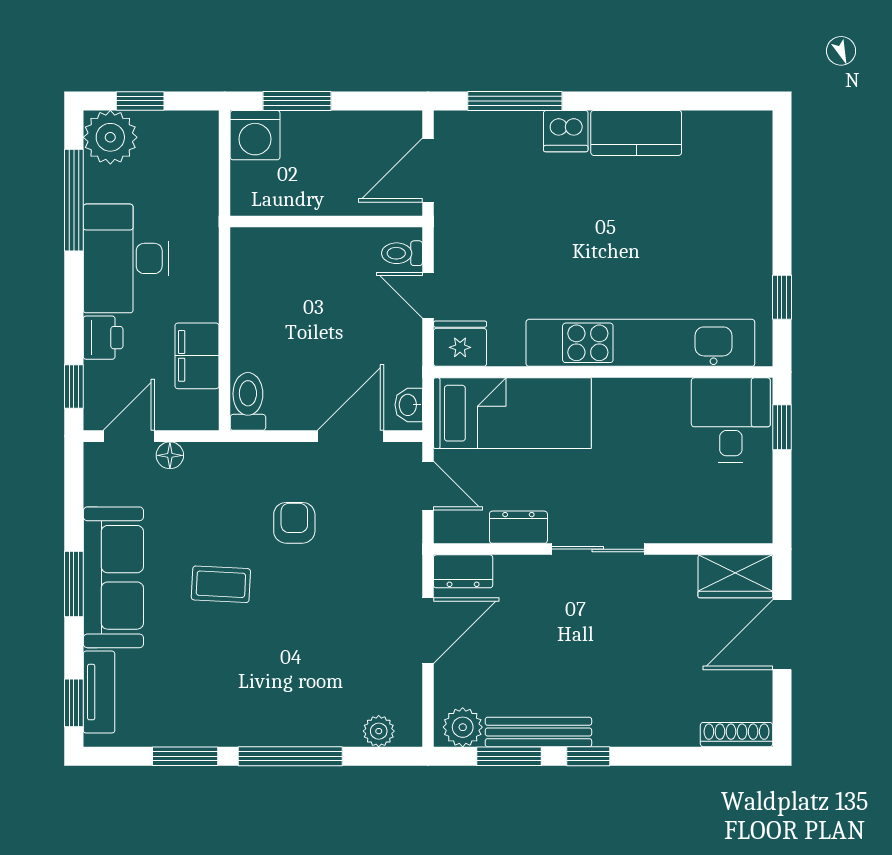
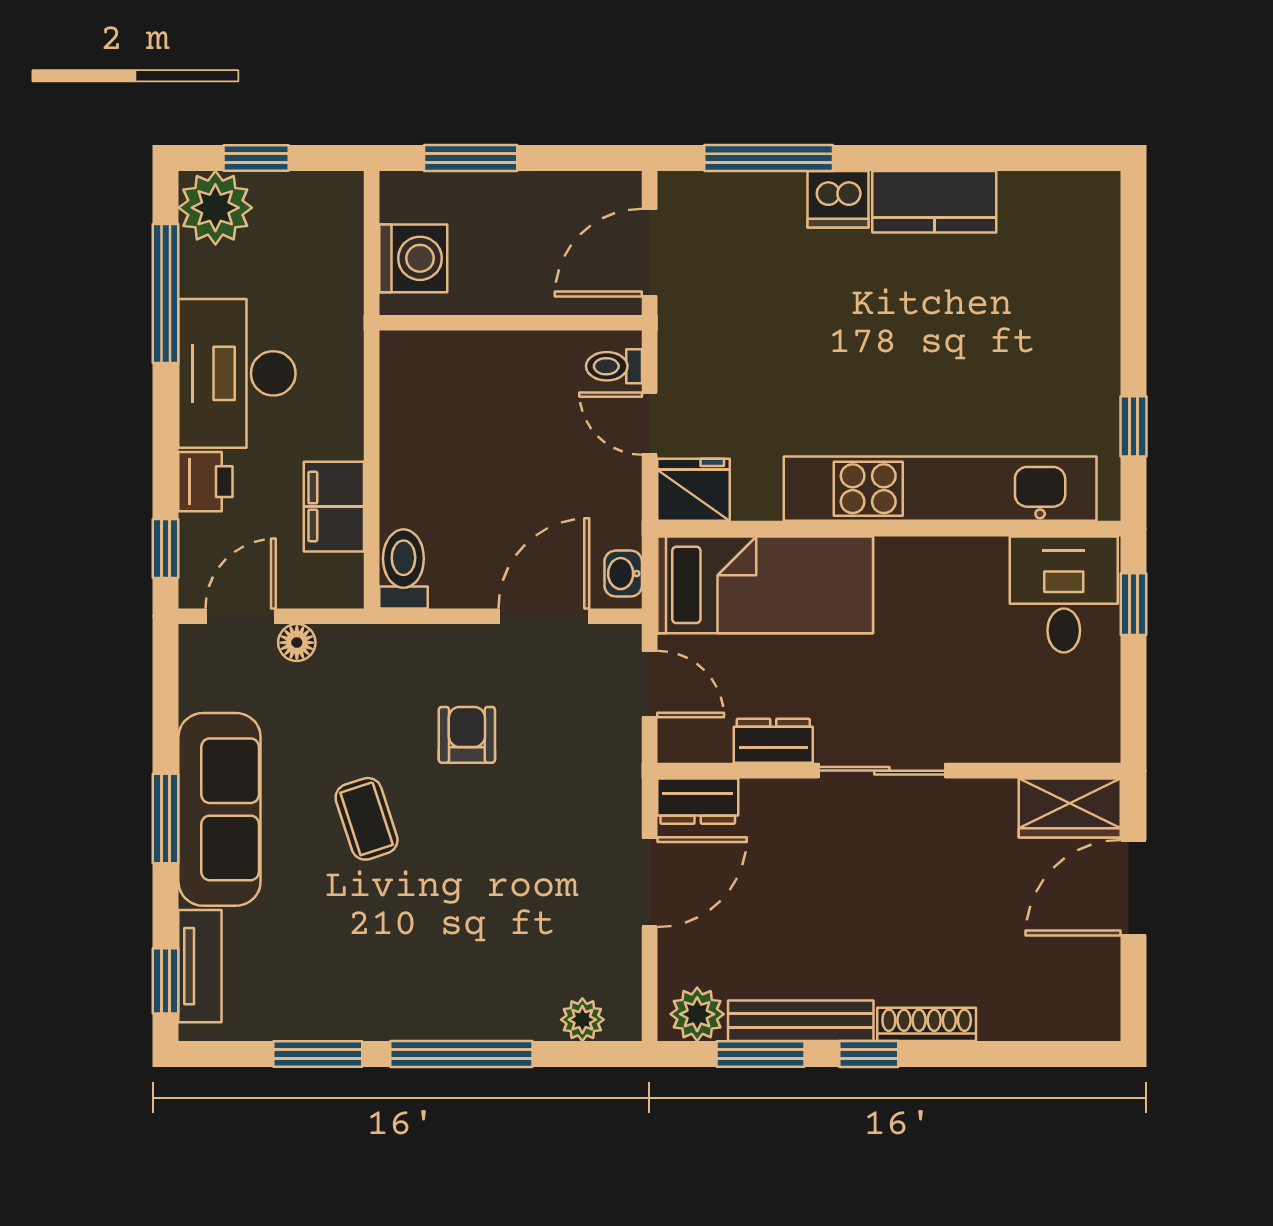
washing machine: (255, 135) -> (413, 258), moved, turned -90
coffee table: (221, 584) -> (367, 819), turned 69
shoe rack: (737, 735) -> (927, 1024), moved

